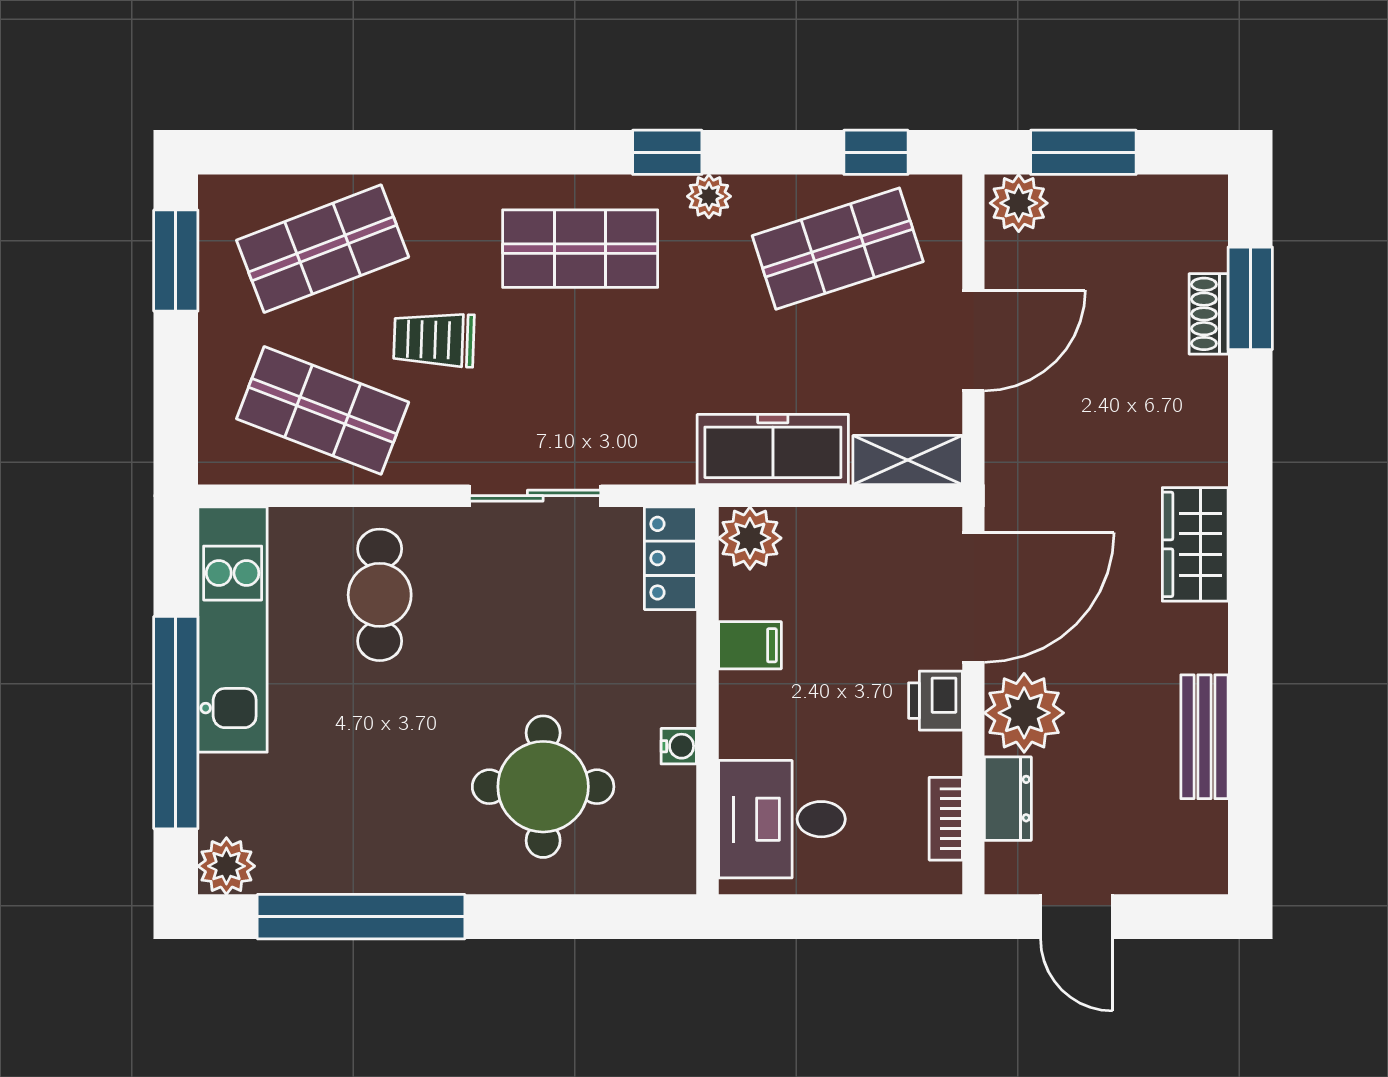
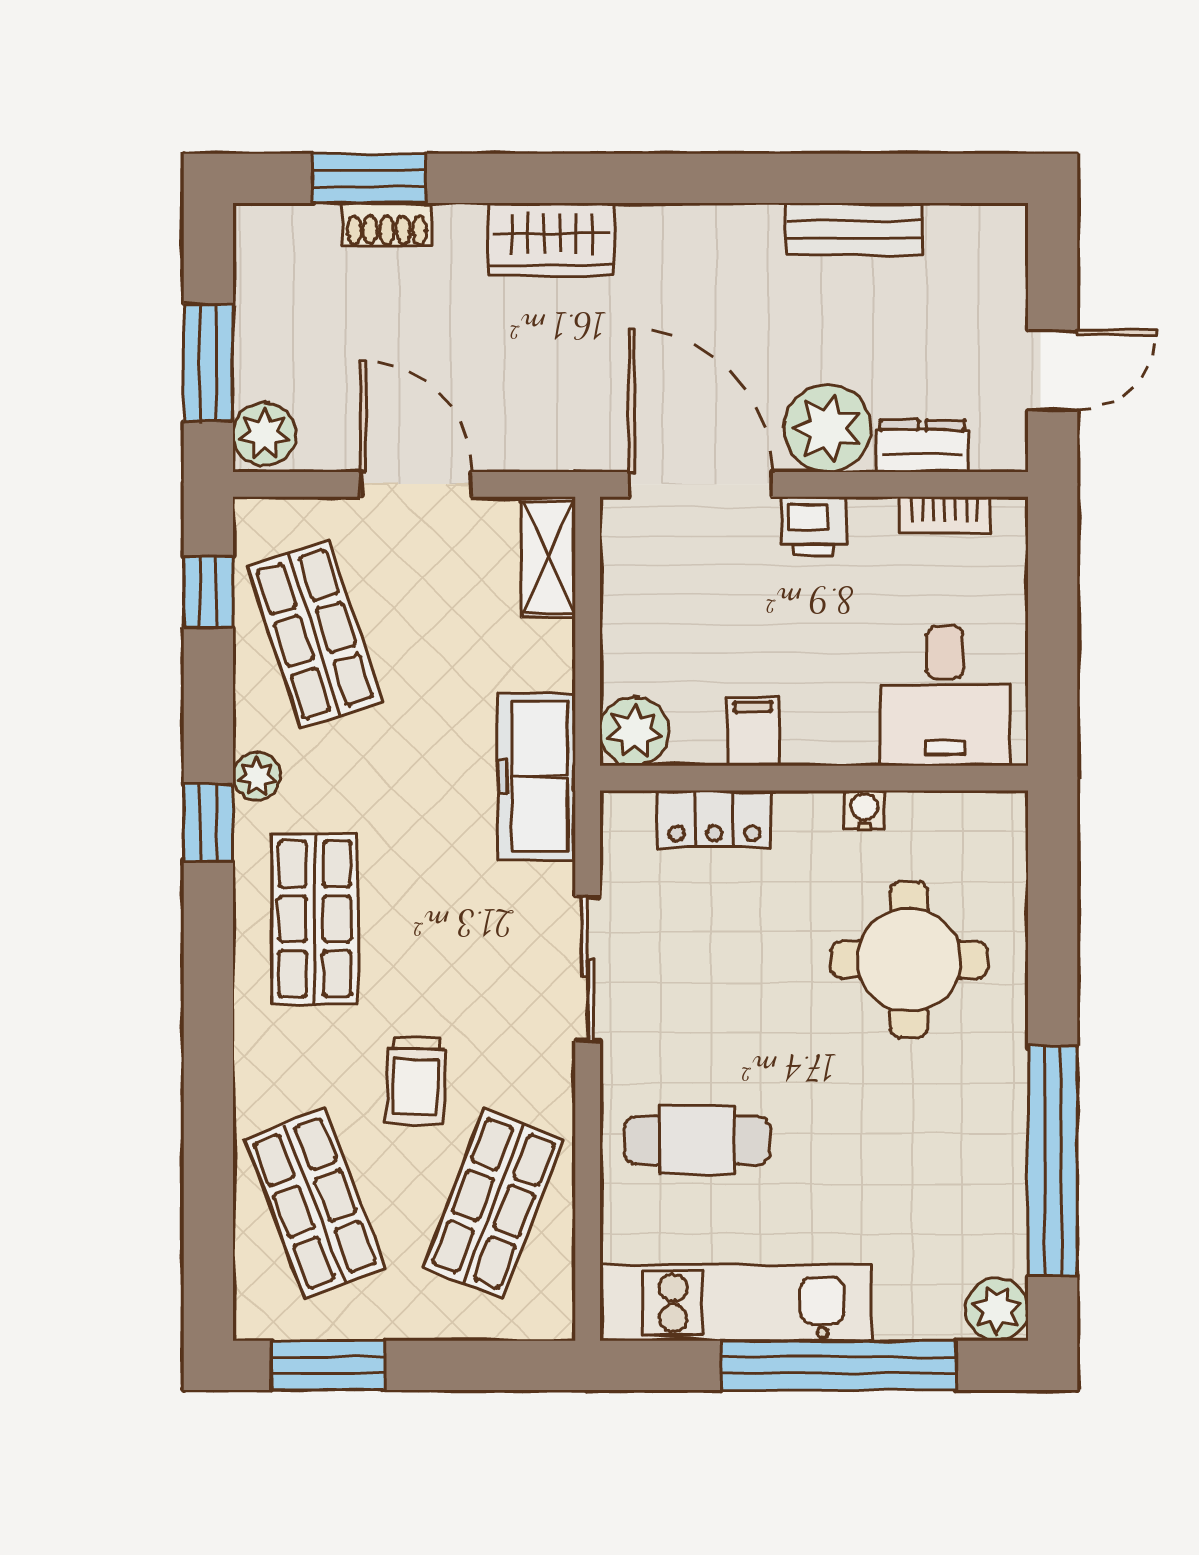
freezer: (773, 450) -> (537, 777), moved
wardrobe: (1195, 544) -> (552, 239), moved
locker: (670, 558) -> (714, 819), moved

